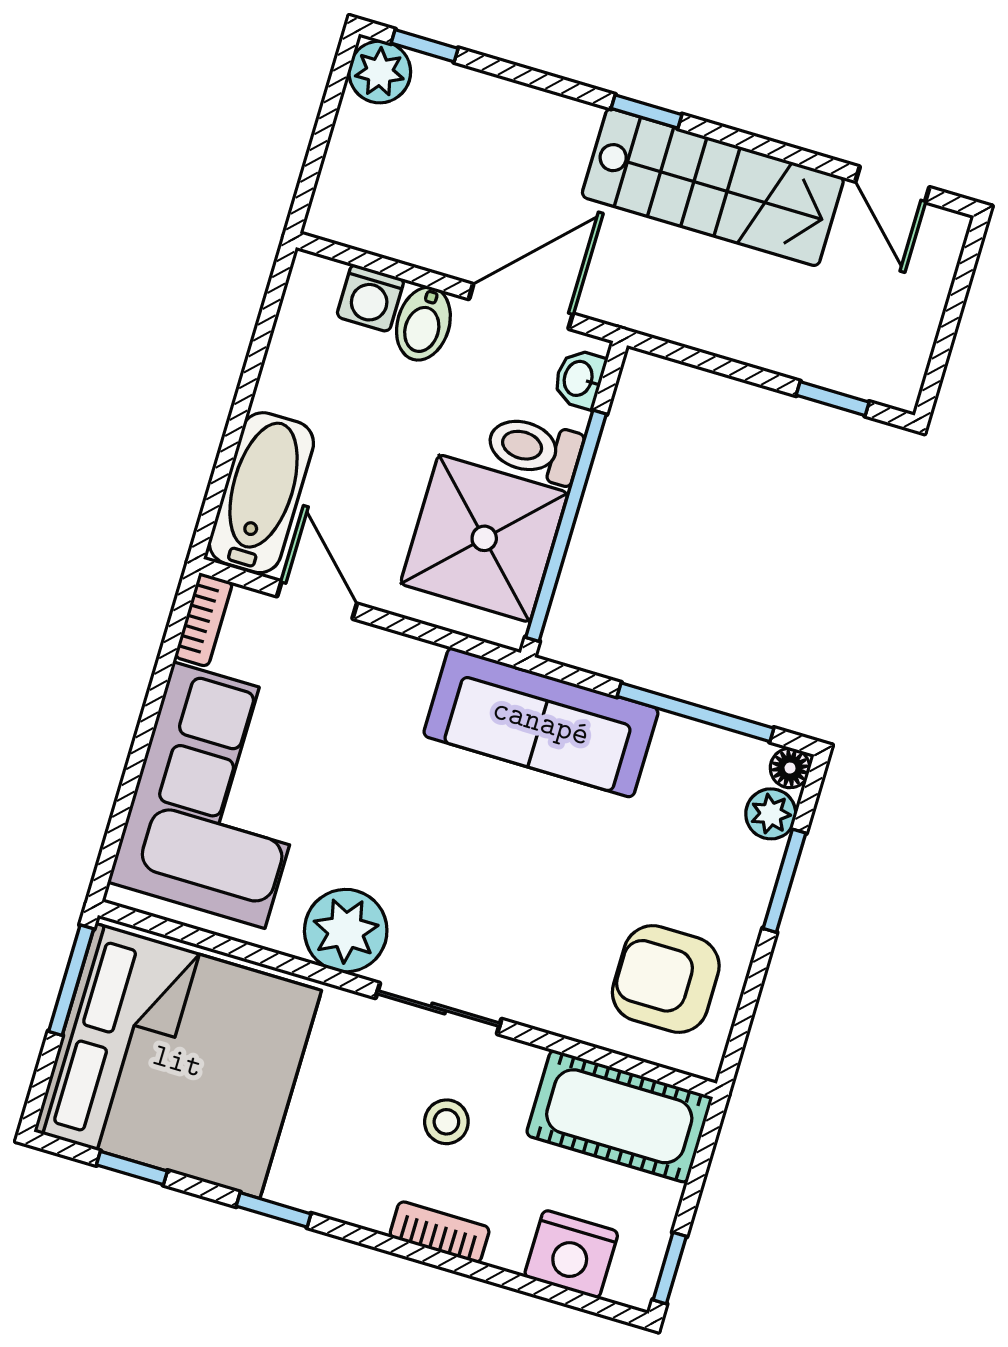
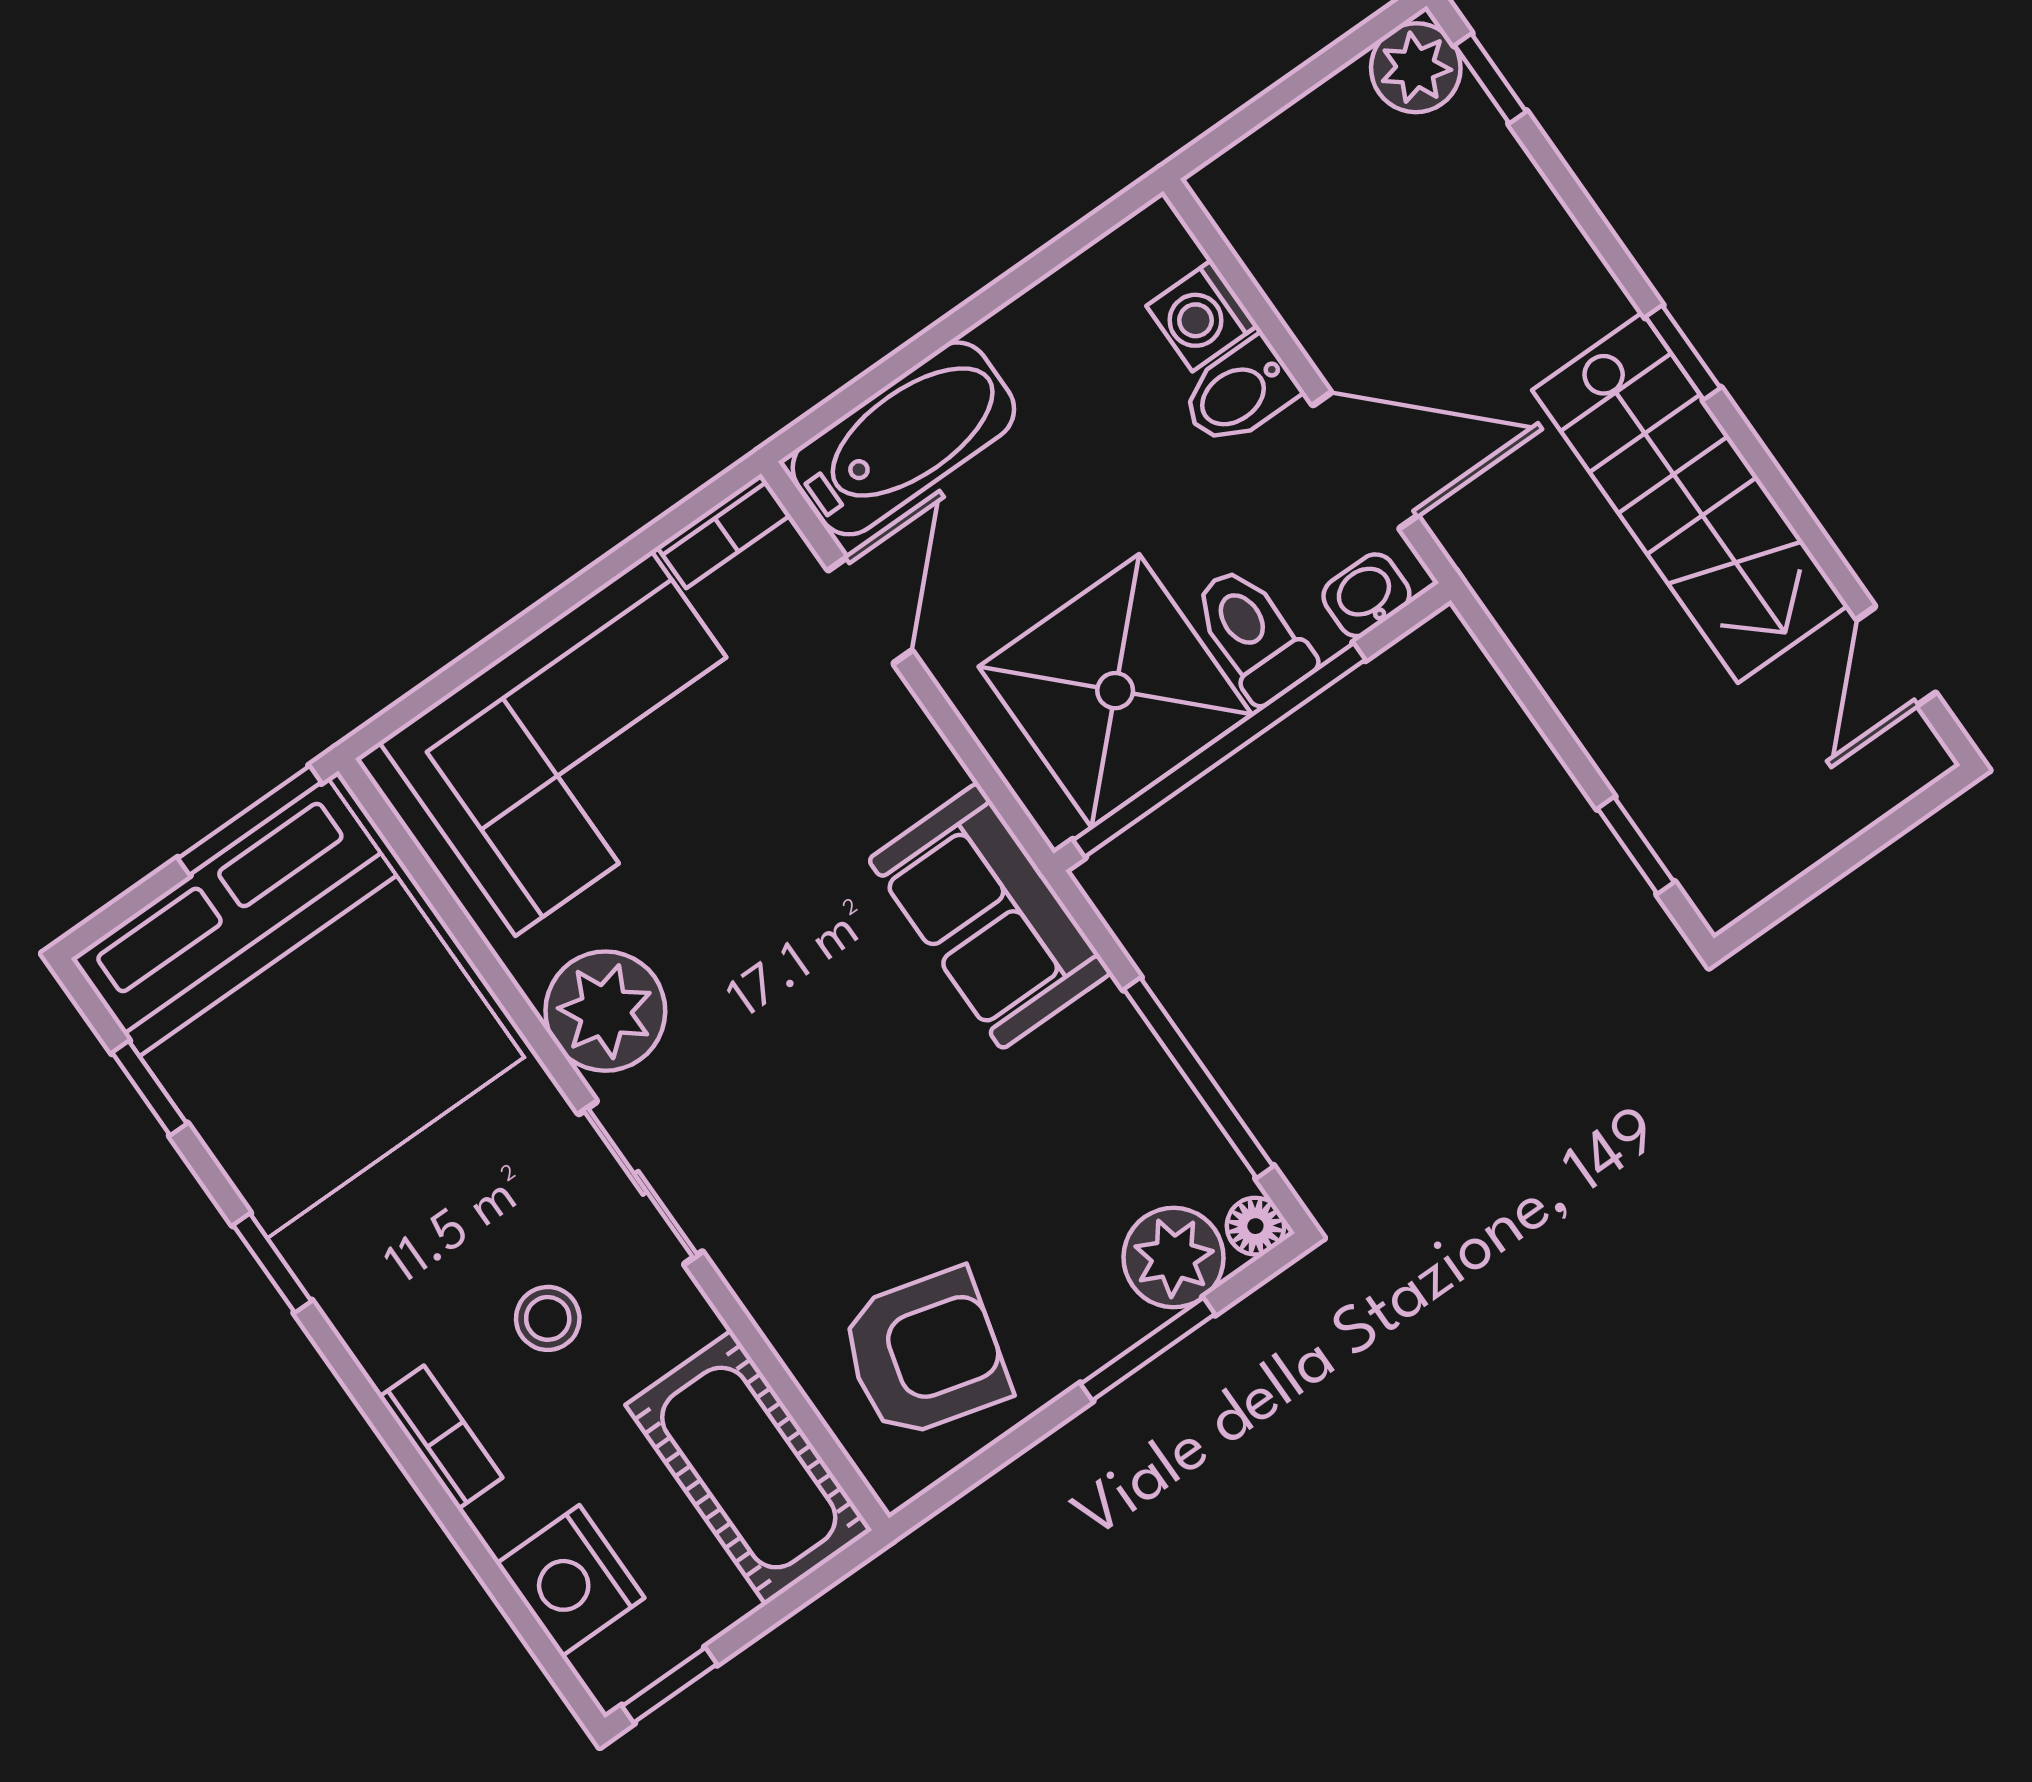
sofa: (541, 722) -> (990, 916), width x0.73
plant: (771, 814) -> (1174, 1258), width x1.38, depth x1.38
armchair: (666, 979) -> (925, 1354), turned 105

